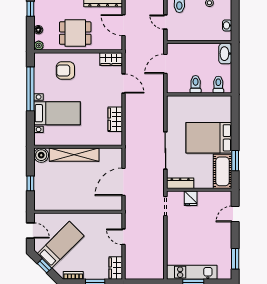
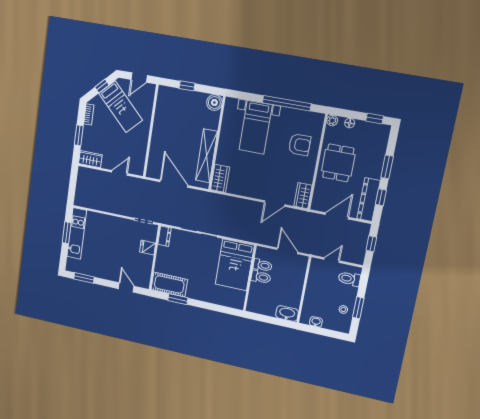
armchair: (65, 71) -> (300, 145), turned 90
toilet: (218, 85) -> (263, 265), moved
wardrobe: (115, 119) -> (220, 178), moved, turned 90
bed: (209, 138) -> (235, 265), moved, turned 180
shelving: (74, 155) -> (207, 156), moved
dresser: (180, 183) -> (164, 236), width x0.70

